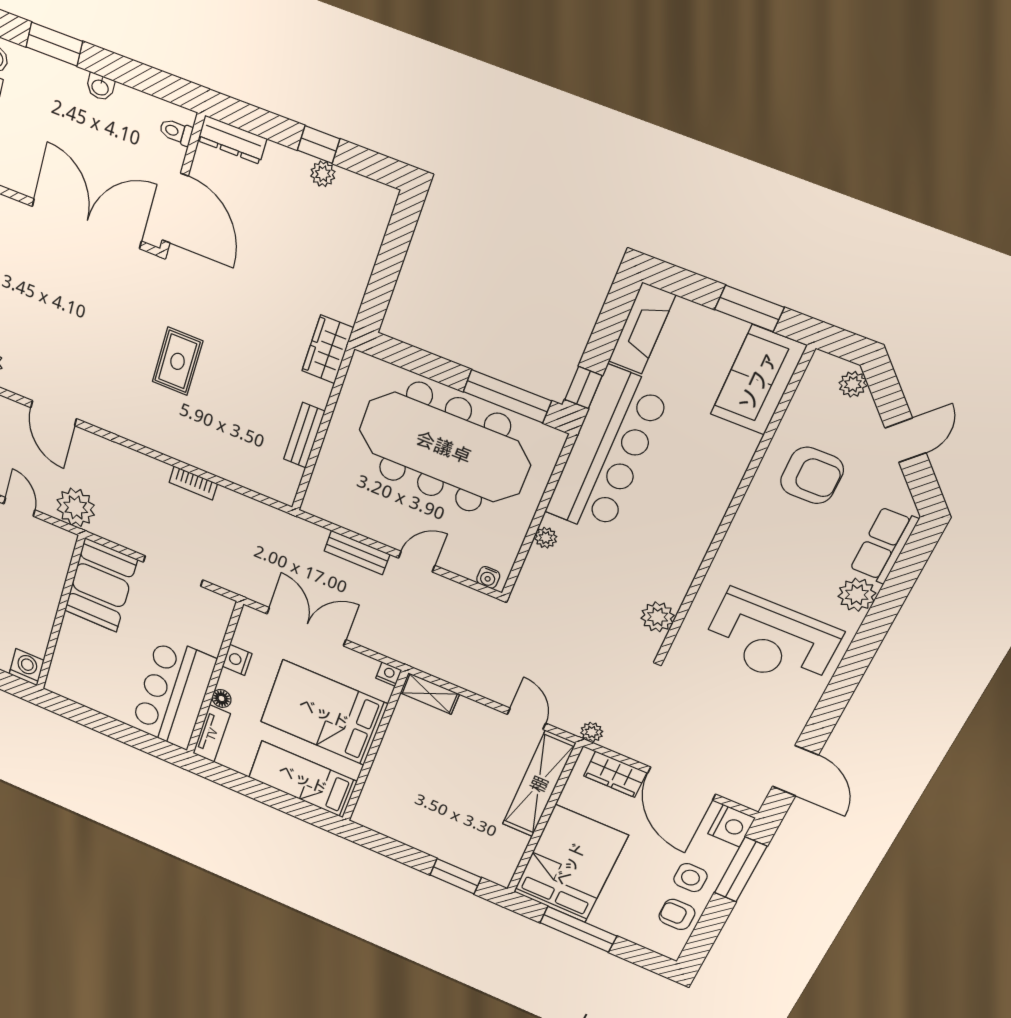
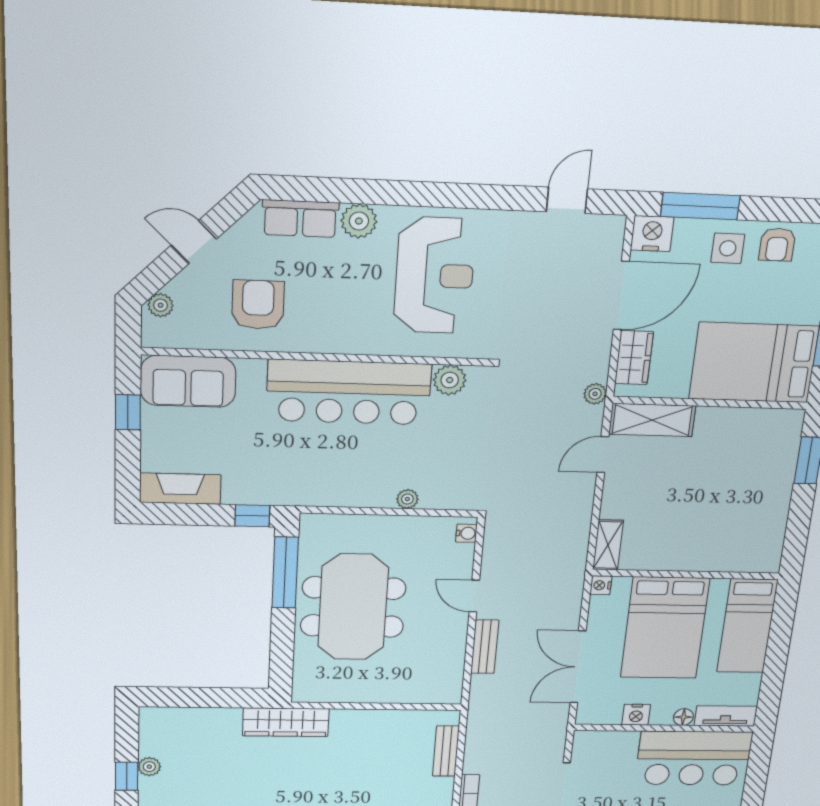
window: (749, 308) -> (128, 412), width x0.67
wardrobe: (328, 349) -> (286, 722), width x1.50
bench: (304, 435) -> (446, 751), moved, turned 90
meeting table: (444, 447) -> (353, 607), width x0.73
bar counter: (607, 452) -> (349, 392), moved, turned 180
door: (795, 771) -> (567, 200), width x0.73
shelving: (539, 784) -> (652, 420), width x0.68

